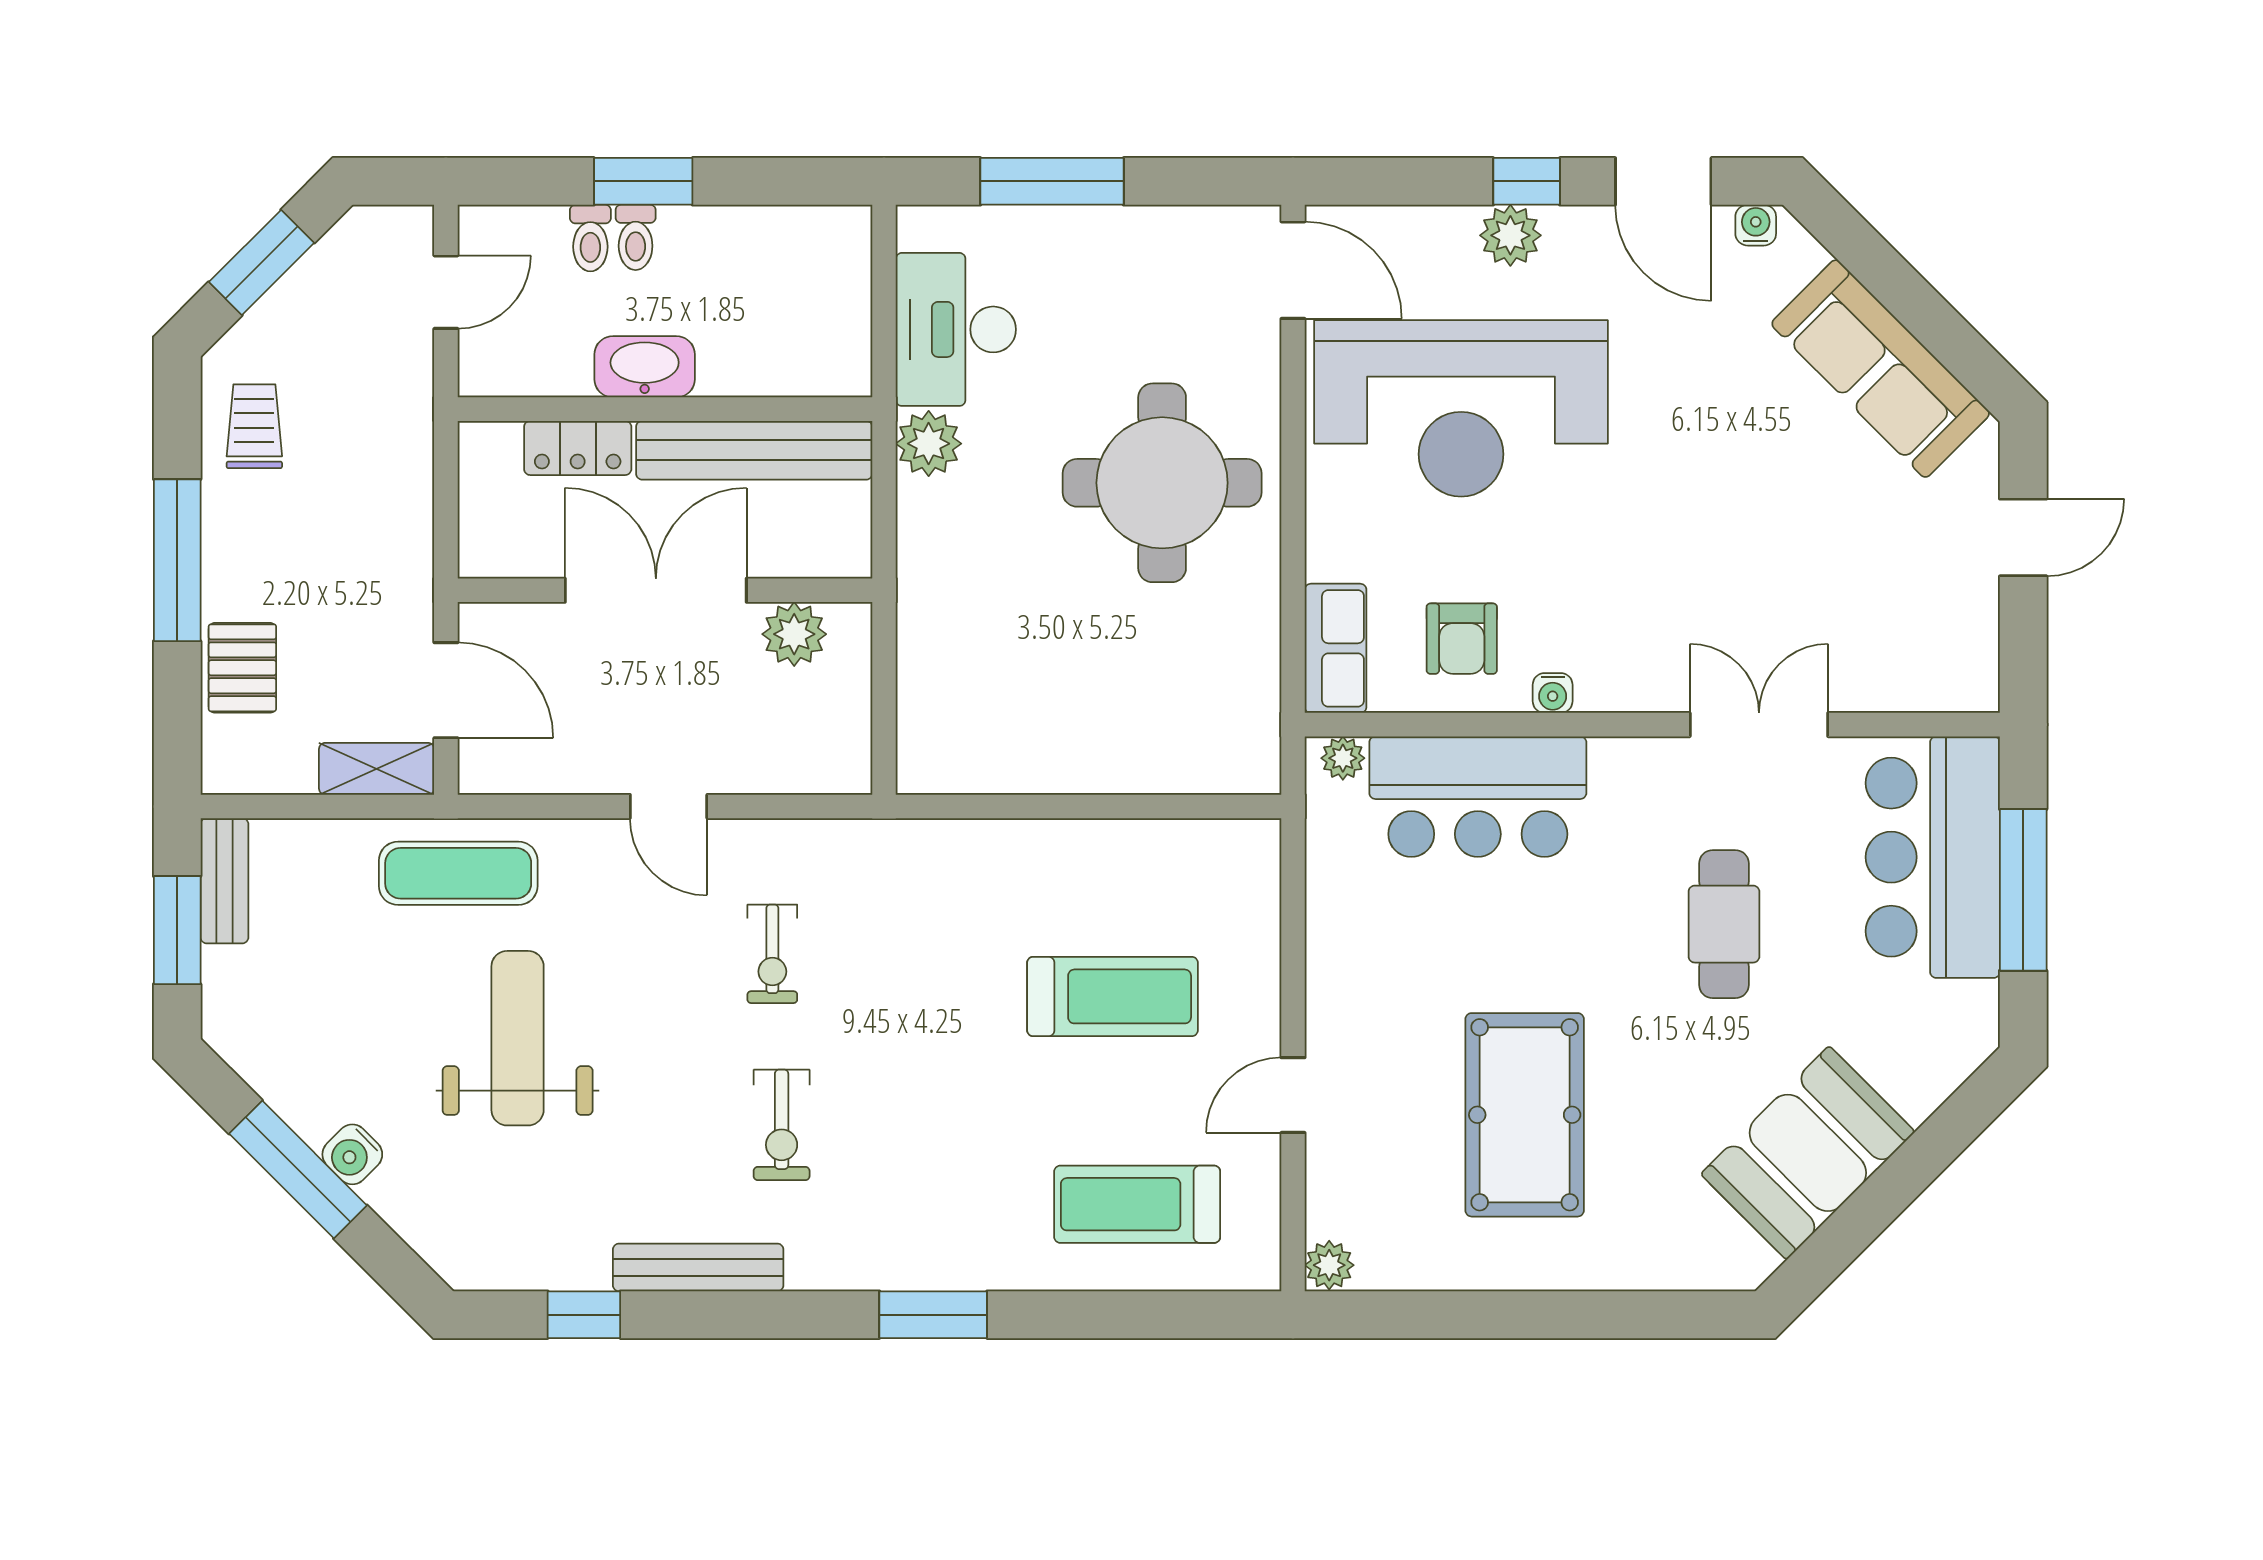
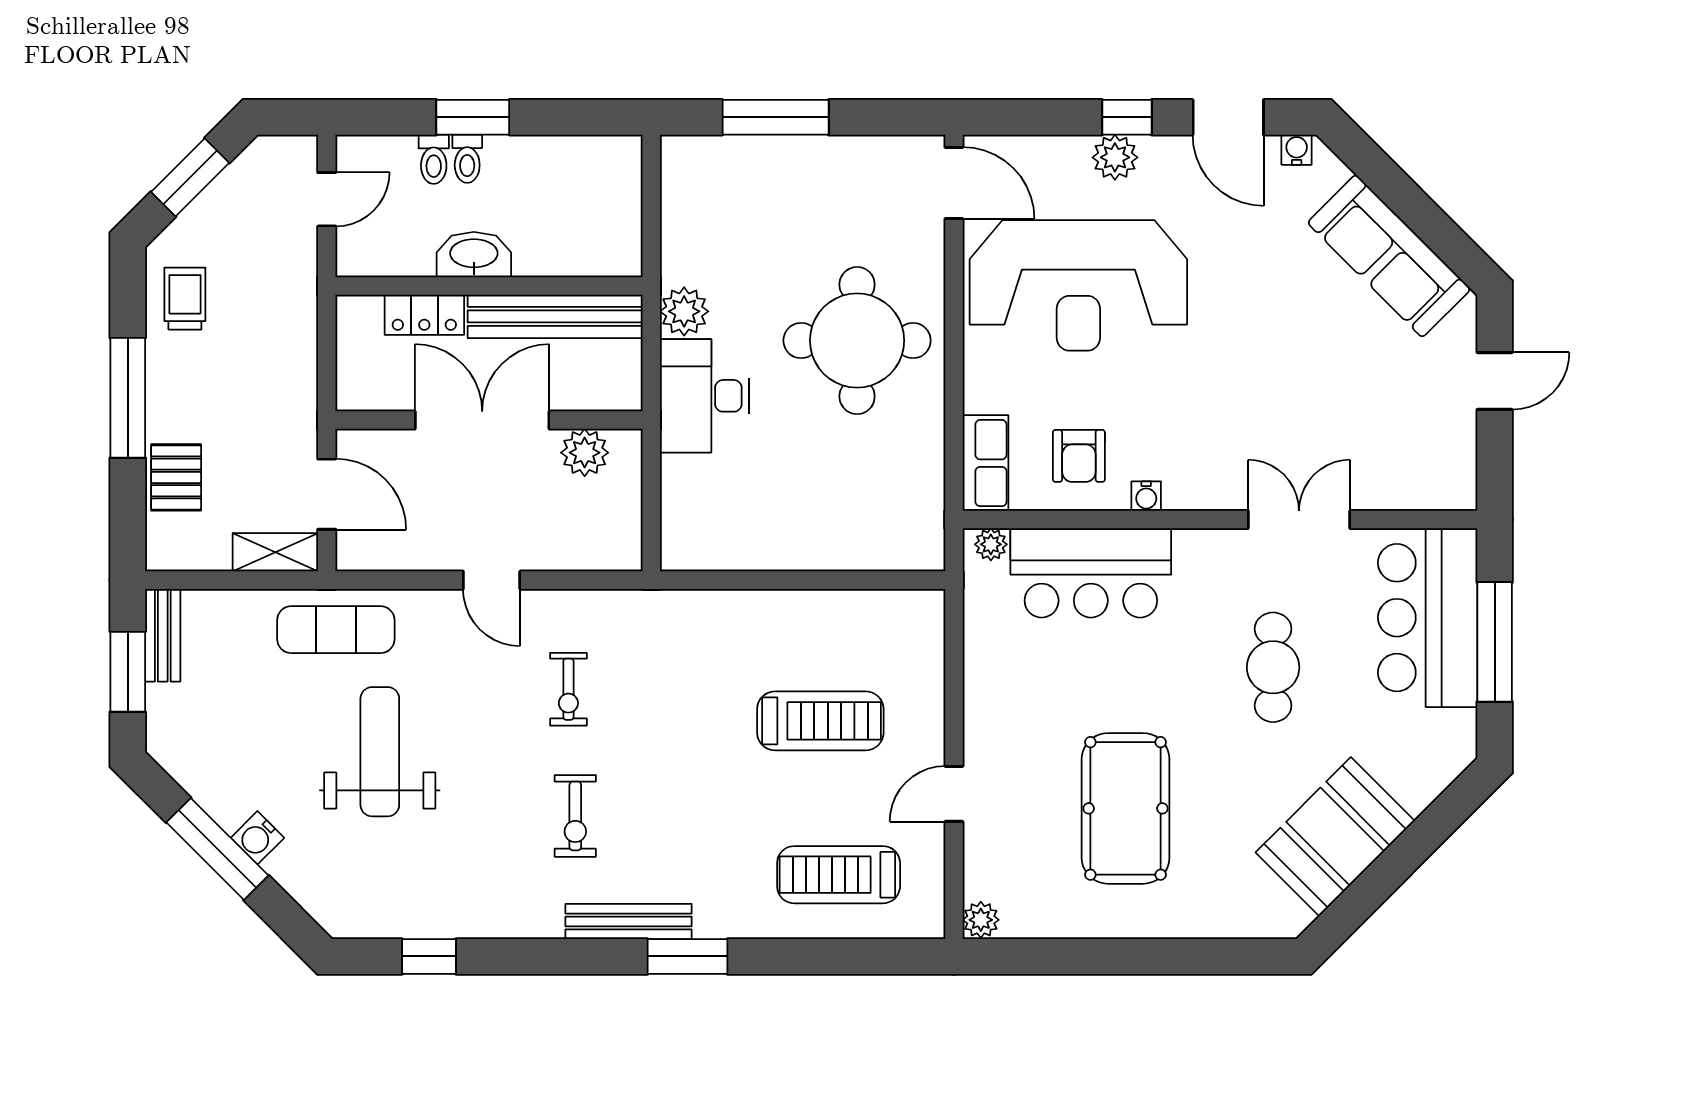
desk: (956, 329) -> (704, 396), moved
bench: (698, 1267) -> (629, 921), moved

